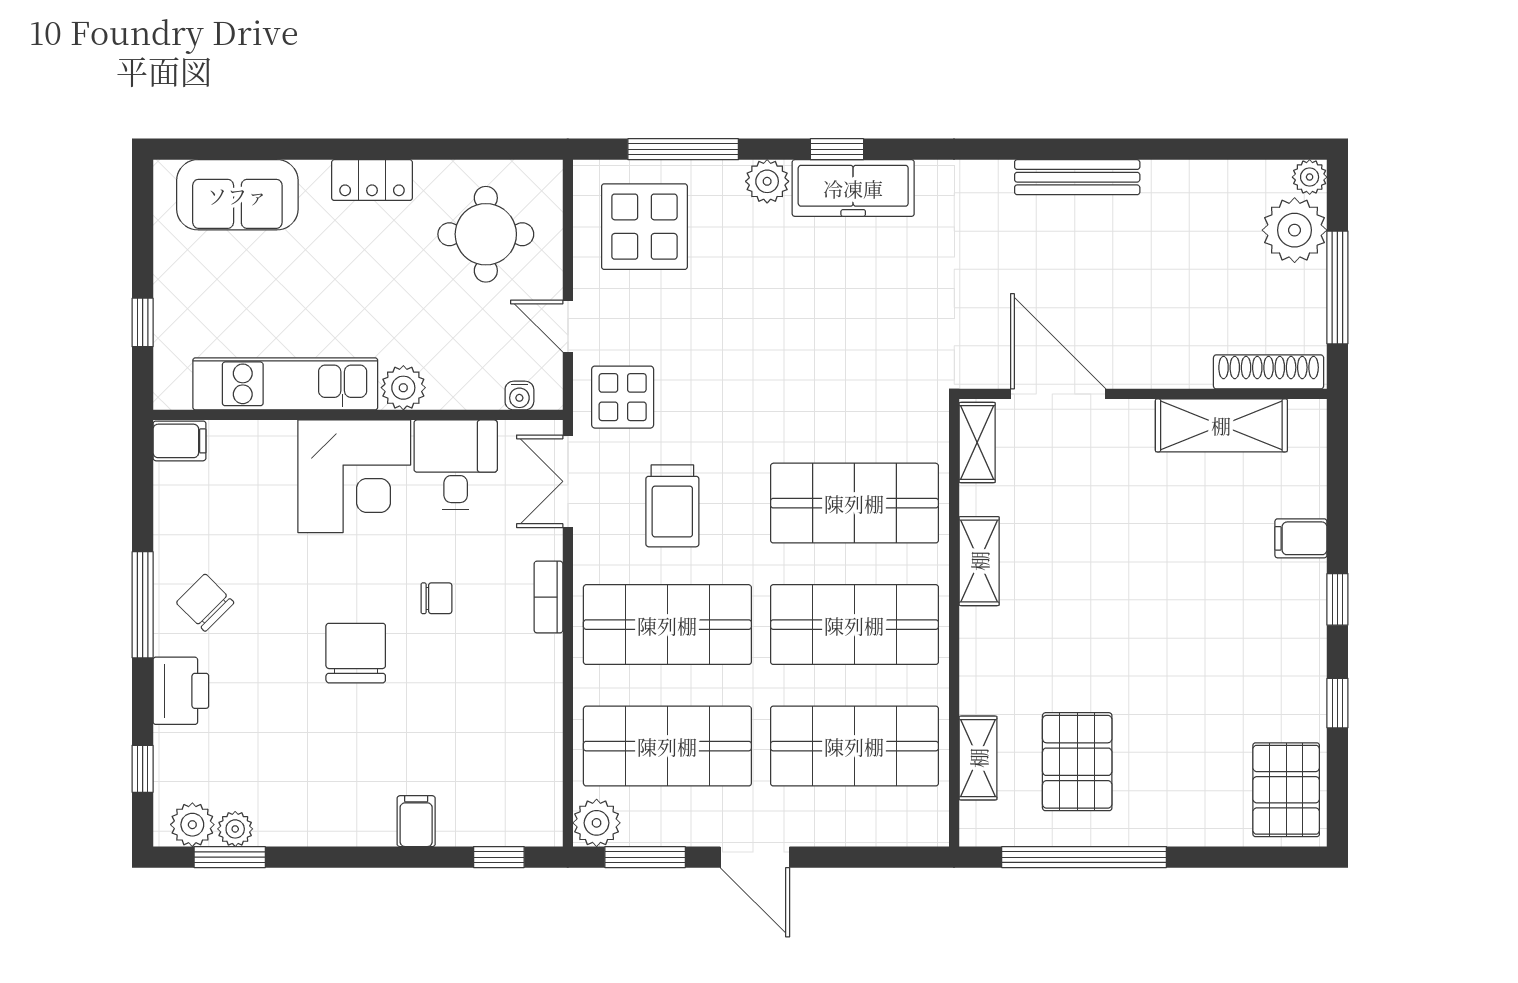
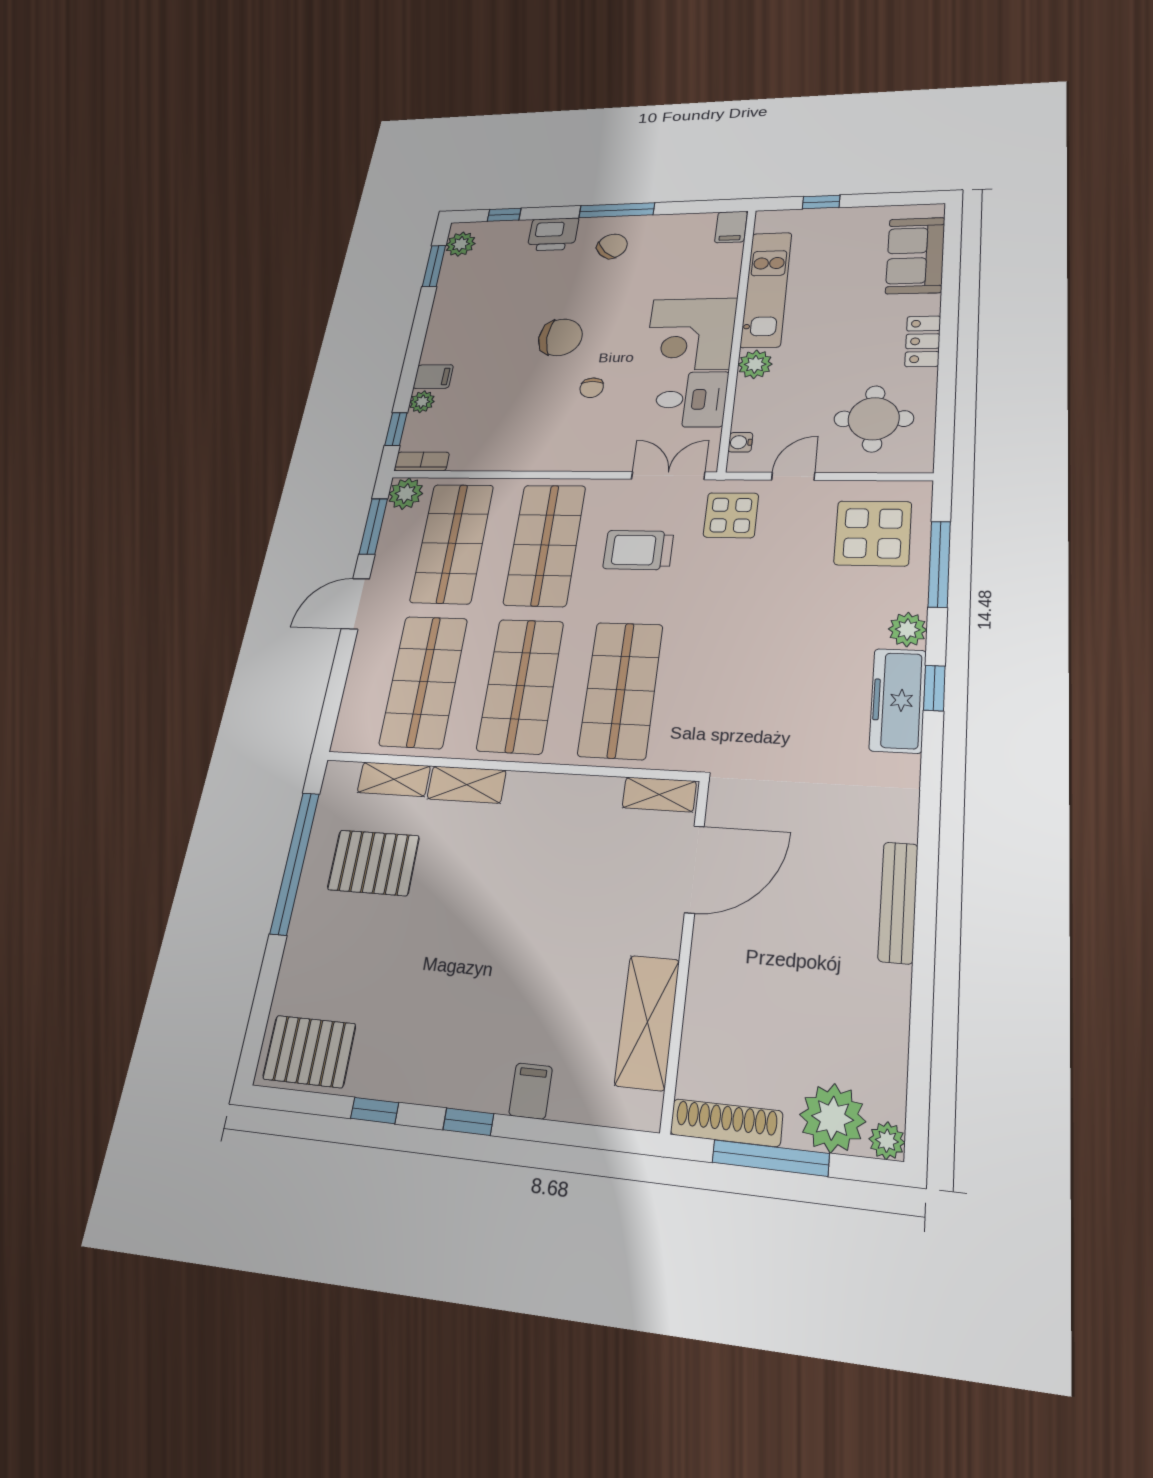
shoe rack: (1269, 372) -> (726, 1123), moved, turned -90
shelving: (979, 561) -> (467, 785), moved
bookcase: (548, 597) -> (422, 461), moved
plant: (235, 829) -> (422, 402), moved

